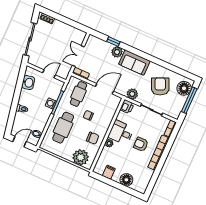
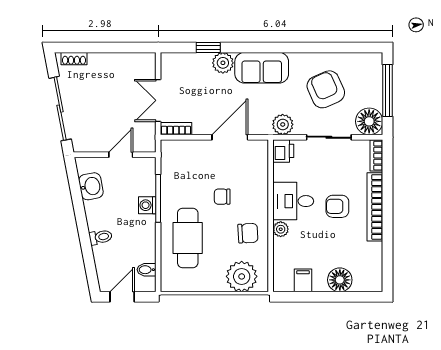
floor lamp: (184, 88) -> (369, 121), moved
cafe table: (79, 94) -> (188, 167), removed

